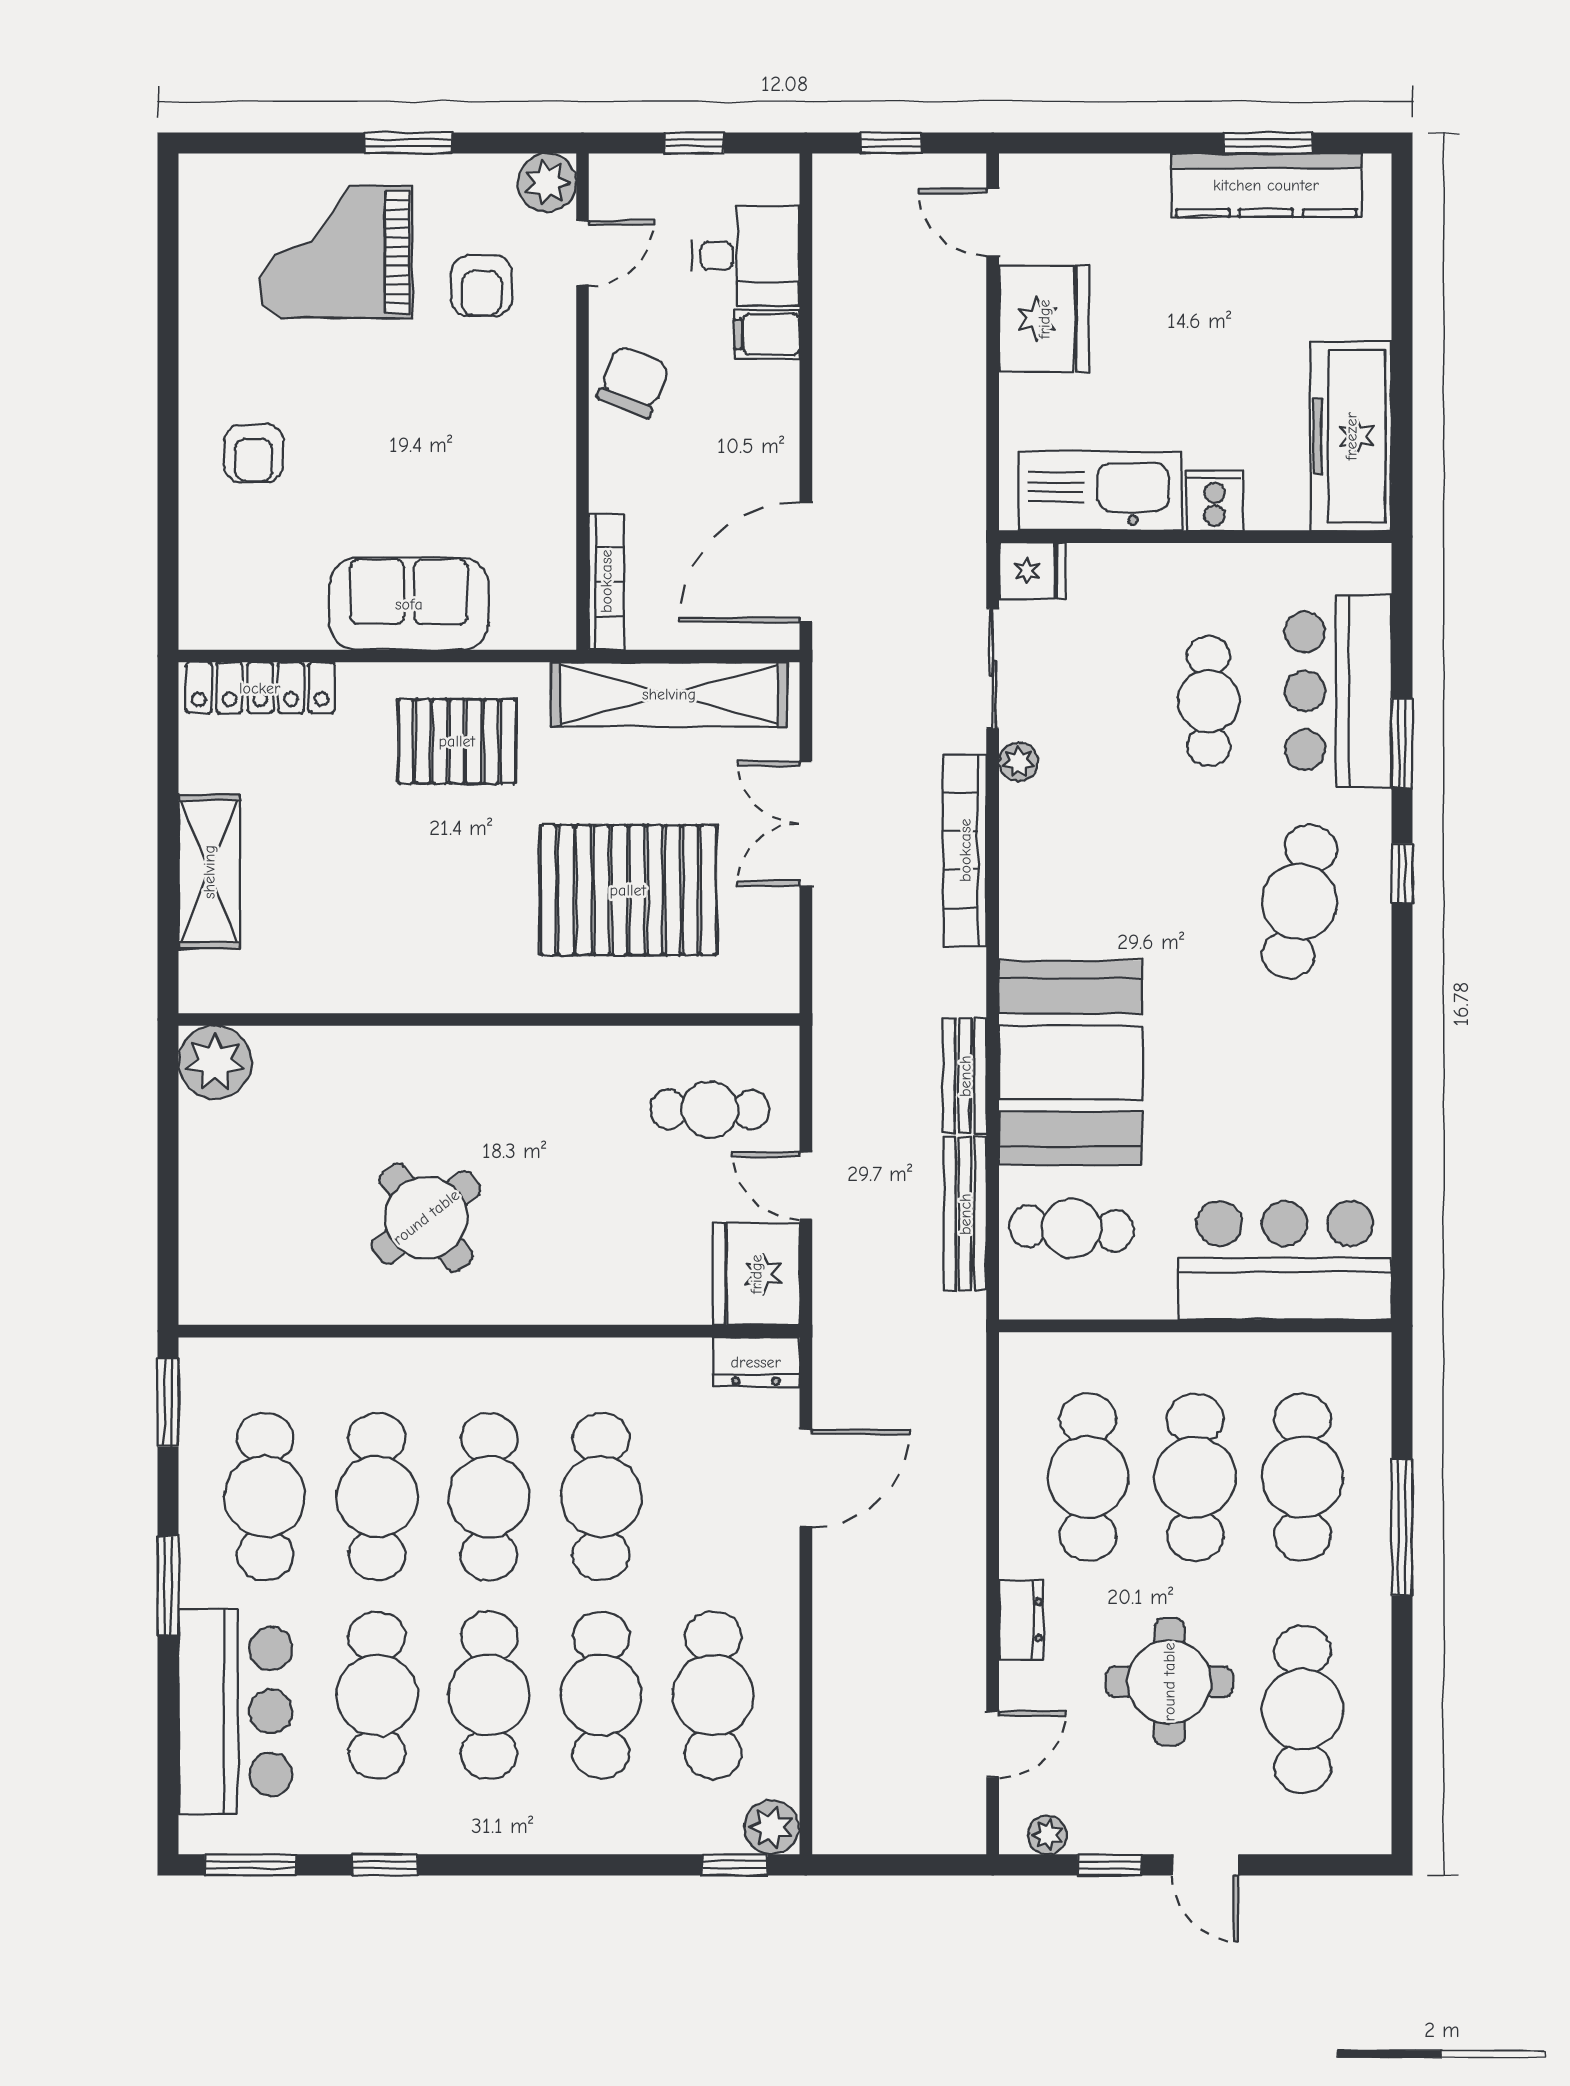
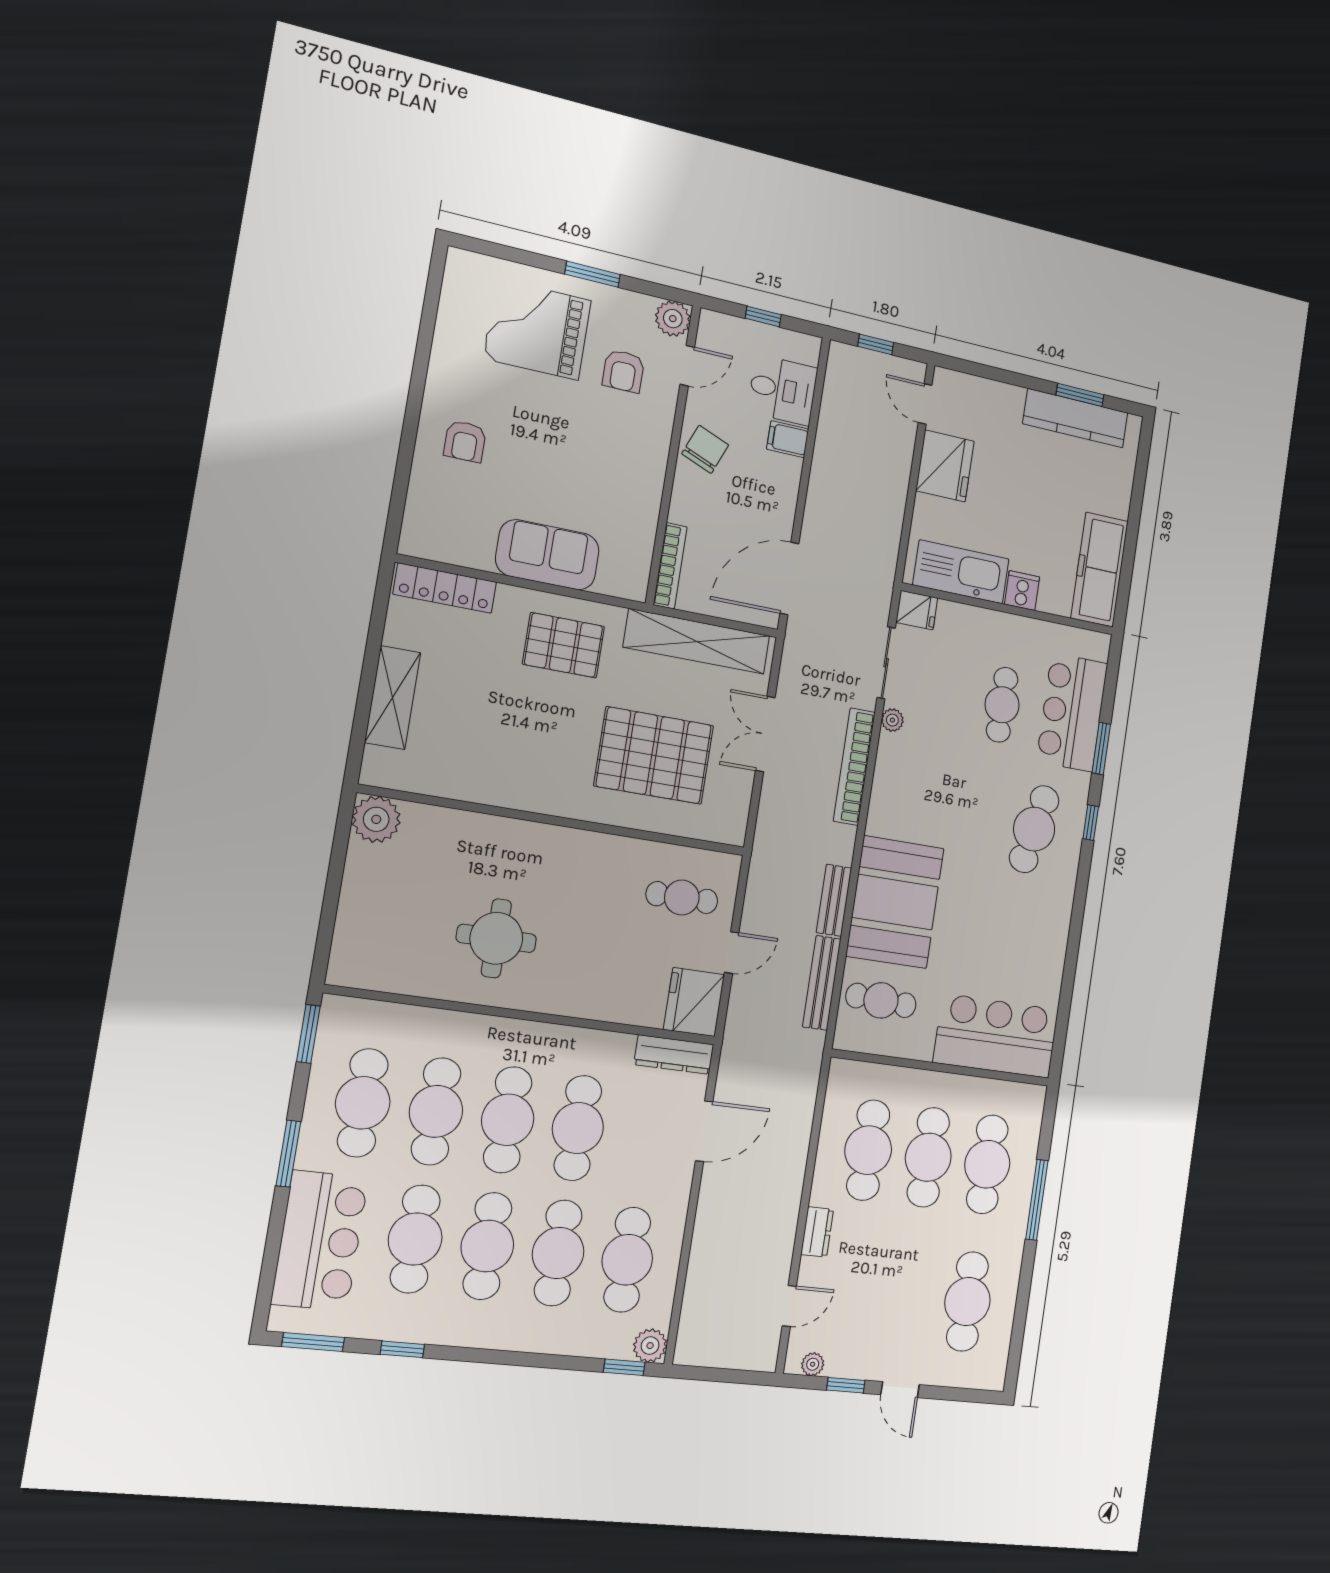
door: (806, 1186) -> (732, 953), swing flipped
round table: (426, 1217) -> (496, 938), turned 38
dresser: (756, 1362) -> (674, 1055), width x1.44
round table: (1169, 1682) -> (896, 1278), removed

